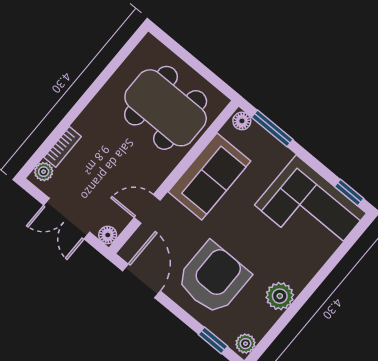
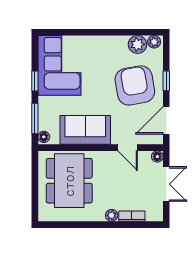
plant: (44, 172) -> (112, 215), moved
window: (349, 192) -> (35, 81), moved
armchair: (213, 278) -> (135, 85), turned 80
plant: (280, 296) -> (137, 44), moved
window: (213, 340) -> (166, 81), moved

